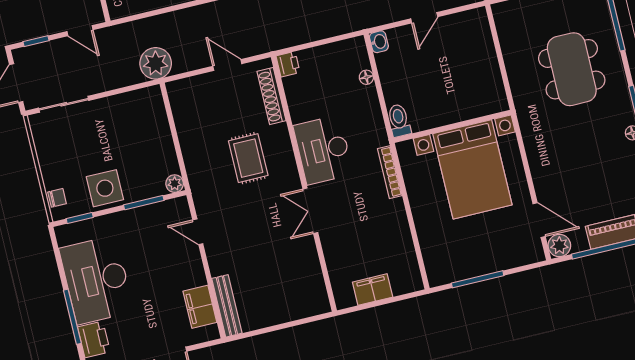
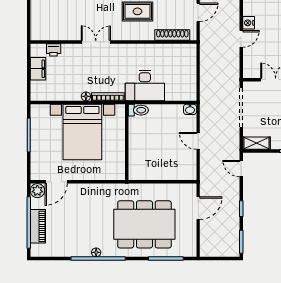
printer: (288, 64) -> (54, 50), moved
dining table: (572, 69) -> (144, 224), width x1.36, depth x1.24
floor lamp: (366, 77) -> (86, 96), moved
desk: (323, 150) -> (145, 86), moved, turned 180
bed with nightstands: (472, 169) -> (82, 132), moved, turned -90

